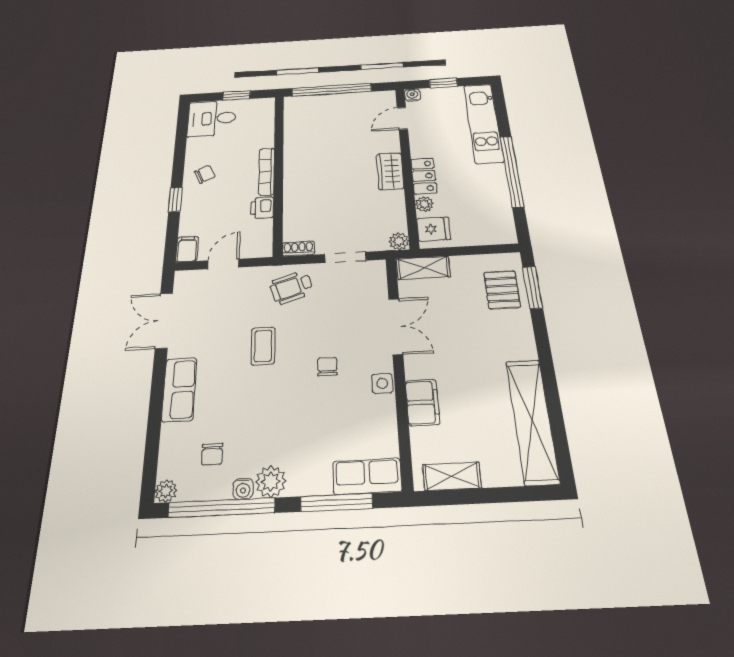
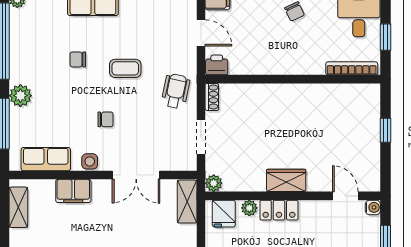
window: (332, 90) -> (385, 130), width x0.32
bookcase: (267, 172) -> (352, 68), moved
printer: (262, 208) -> (217, 65), moved
wheelchair: (291, 287) -> (176, 91), turned 30
chair: (212, 454) -> (78, 59), moved
row of seats: (367, 476) -> (46, 159), moved, turned -90
plant: (271, 482) -> (20, 96), moved
water cooler: (243, 489) -> (16, 56), removed

